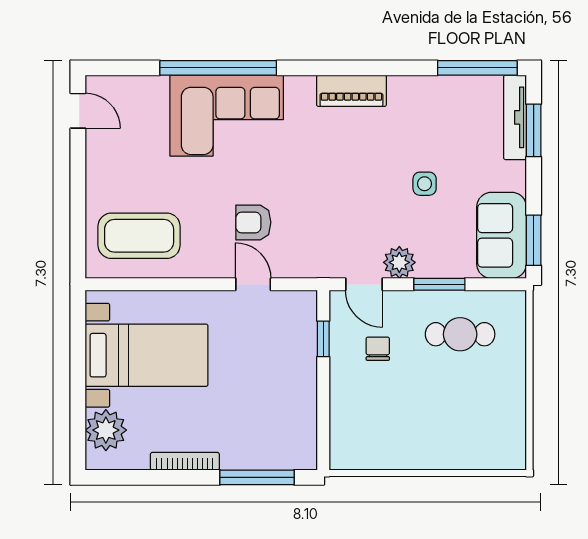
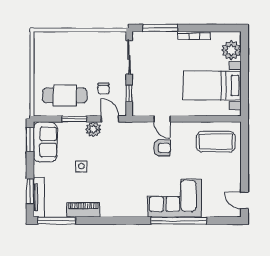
piano: (351, 91) -> (83, 210), moved
cafe table: (460, 334) -> (65, 95), width x1.37, depth x1.35
sliding door: (323, 415) -> (129, 57), added

